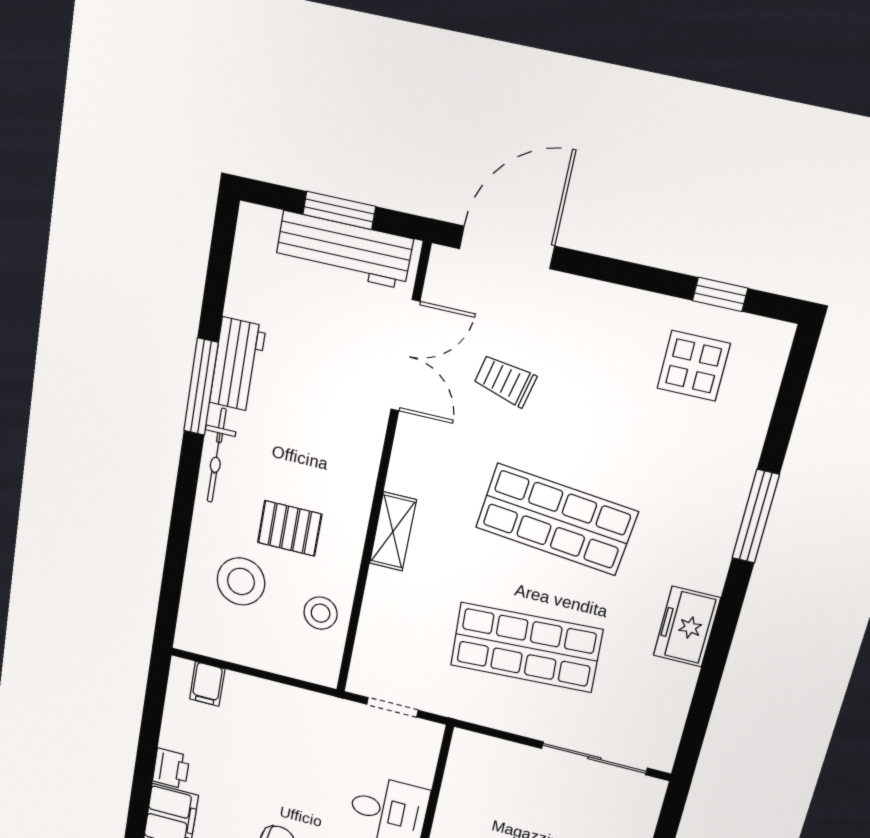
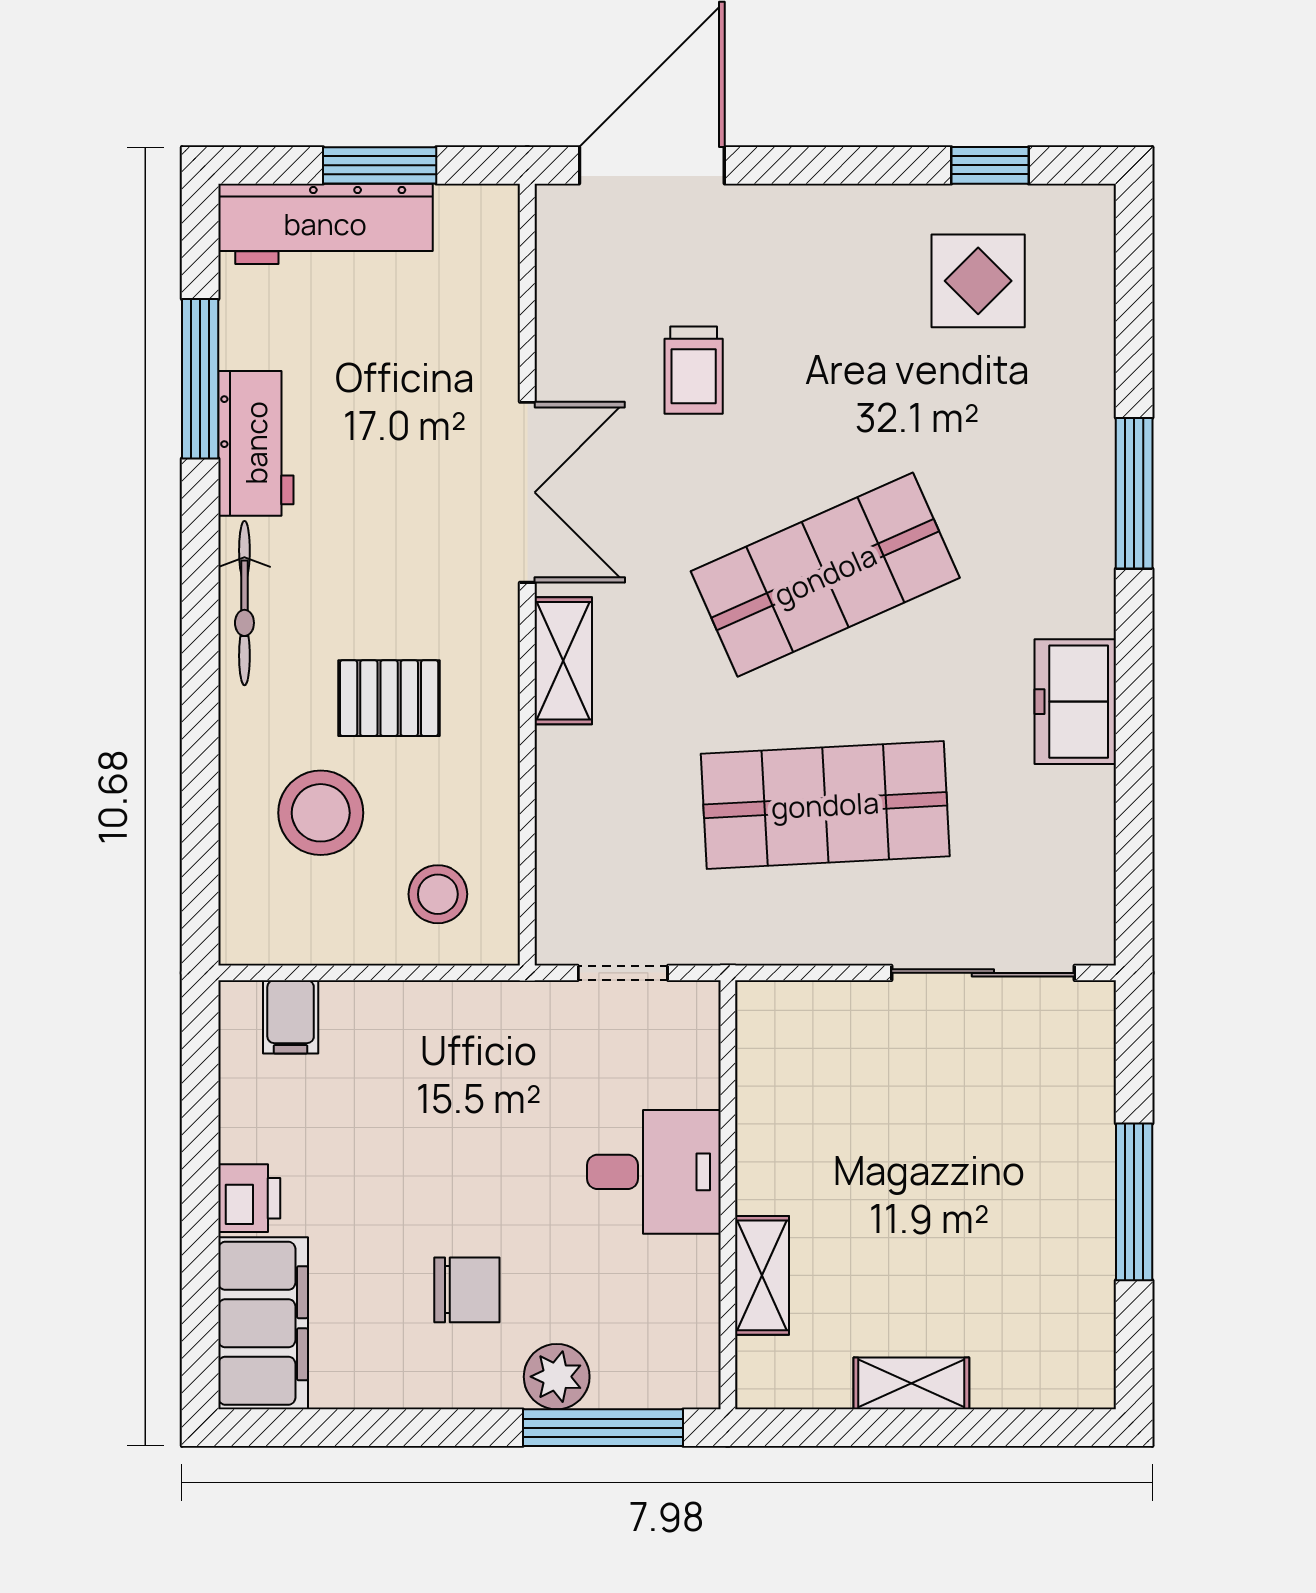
workbench: (344, 250) -> (325, 224), moved
double door: (405, 356) -> (527, 492), moved
trolley: (505, 381) -> (694, 370), turned -103
window: (201, 387) -> (200, 379), moved
shop shelf: (557, 519) -> (825, 575), turned -30
stool: (321, 613) -> (438, 894), moved

